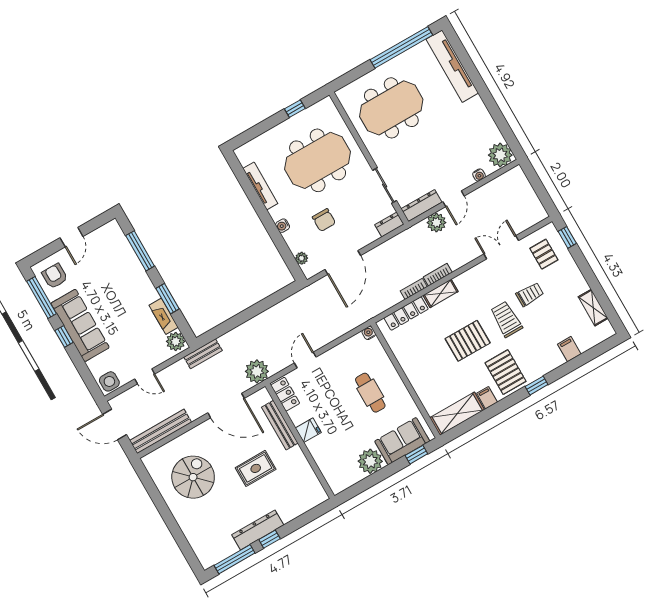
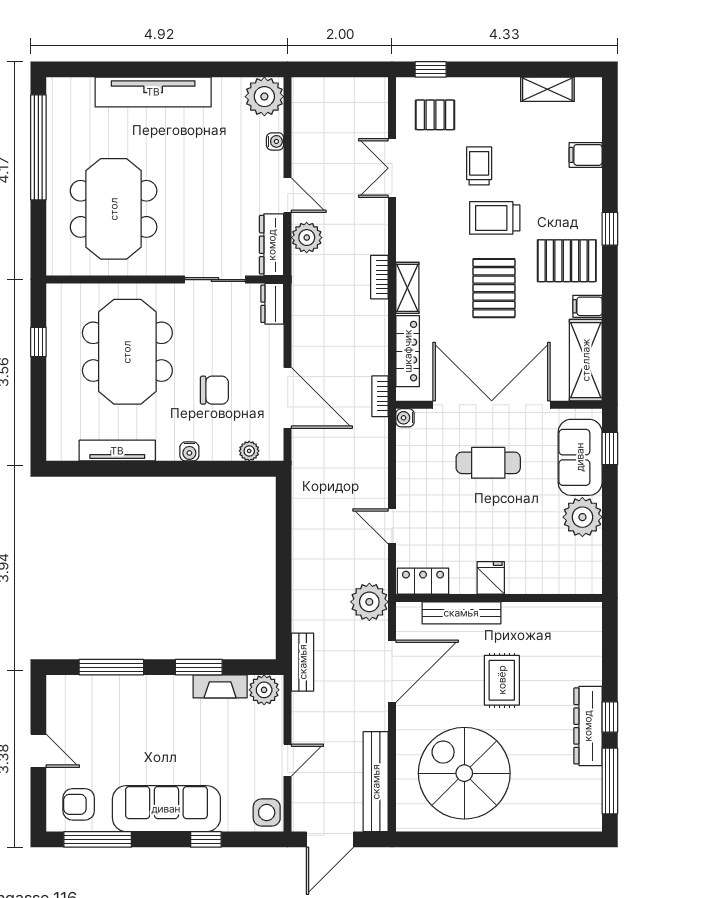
tv unit: (452, 66) -> (153, 92), moved
bookcase: (414, 289) -> (380, 396), moved
window: (64, 337) -> (206, 839), moved
double door: (403, 376) -> (492, 405), added
spiral stairs: (193, 477) -> (464, 773), width x1.37, depth x1.37

